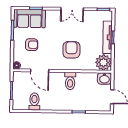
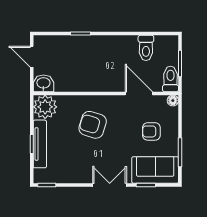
double door: (72, 9) -> (110, 185), moved
armchair: (71, 50) -> (93, 125), turned 107
toilet: (70, 81) -> (170, 79), moved

